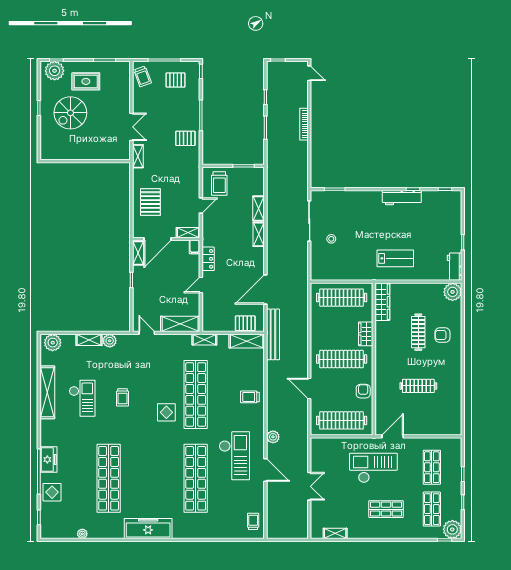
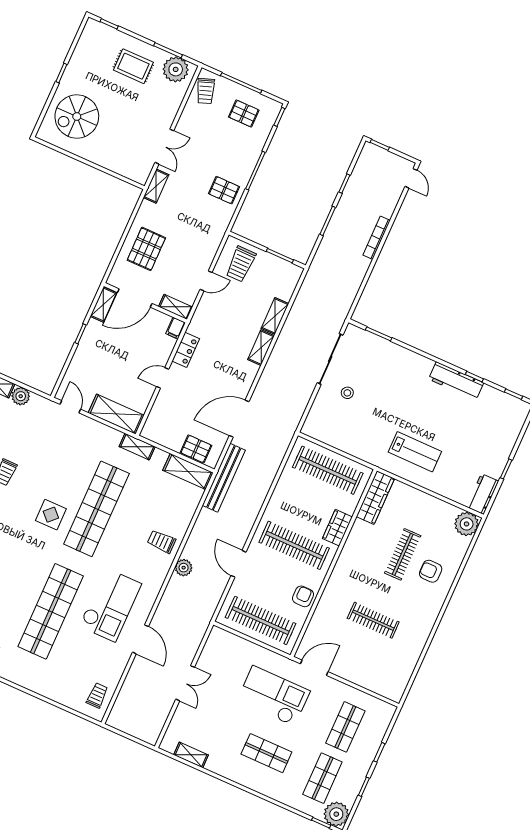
plant: (55, 71) -> (176, 69), moved
spiral stairs: (70, 113) -> (77, 116), moved
plant: (273, 437) -> (184, 568), moved

